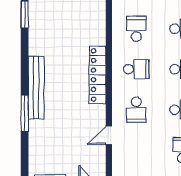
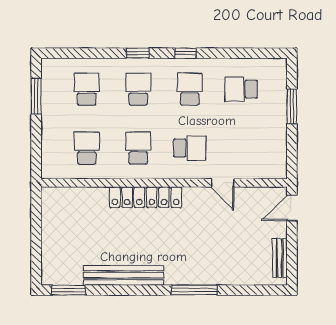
school desk: (136, 29) -> (87, 148), turned 90
bench: (36, 87) -> (124, 275), moved

